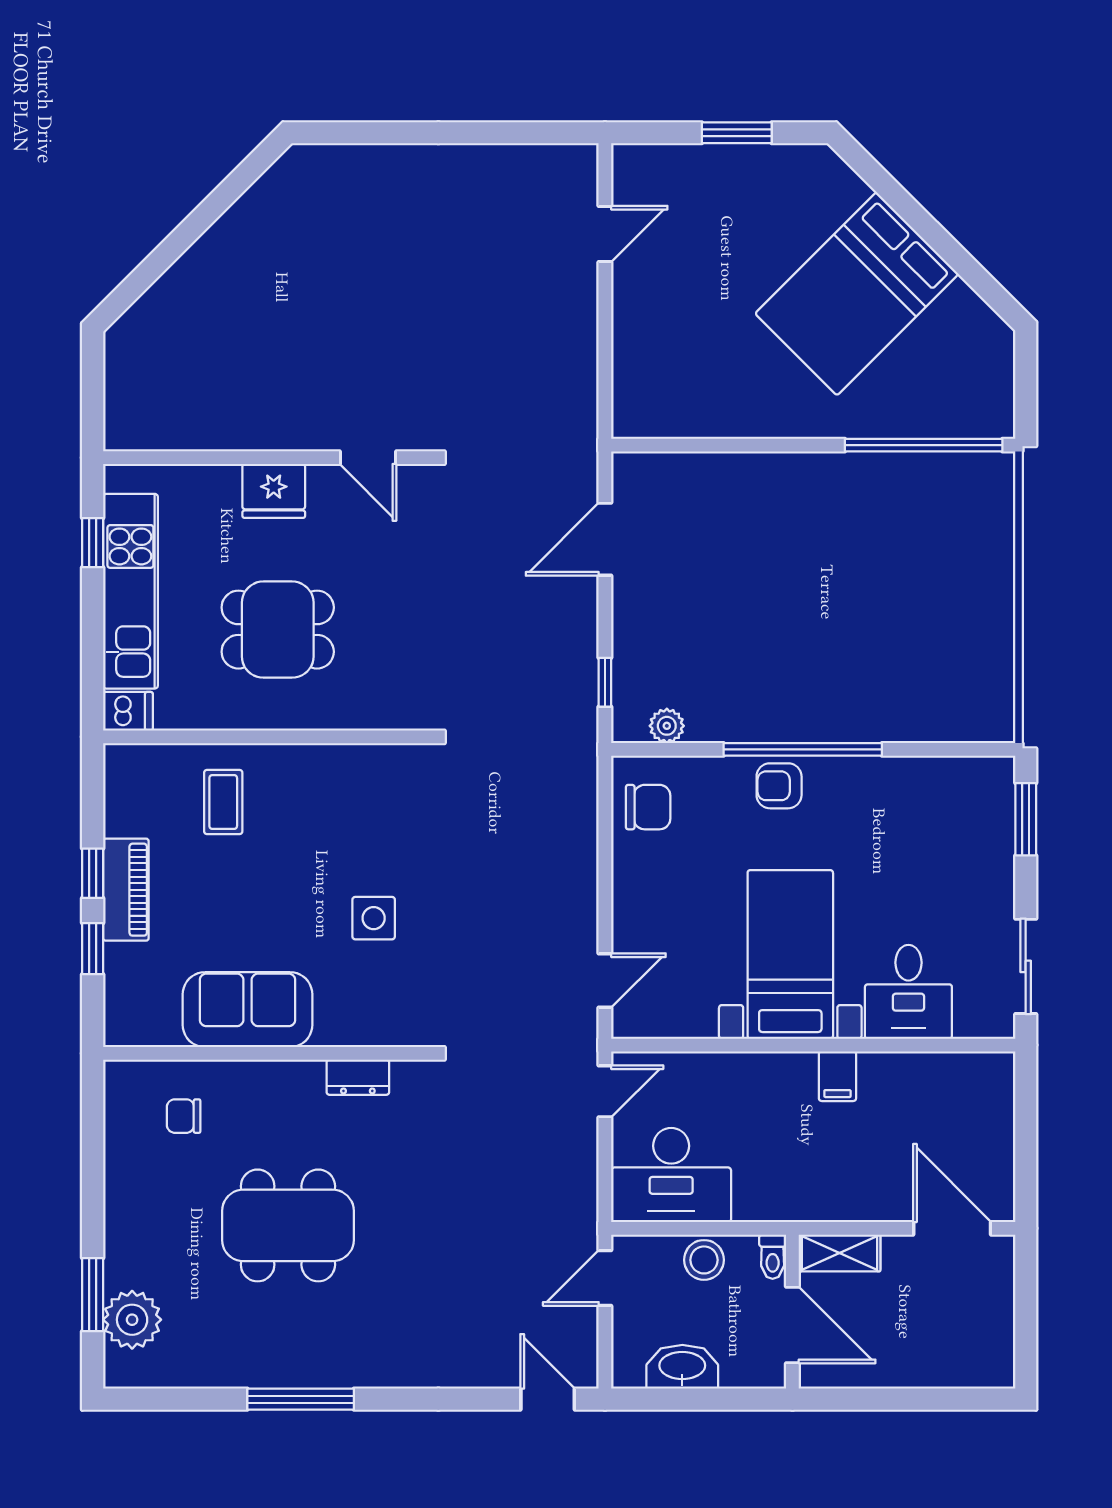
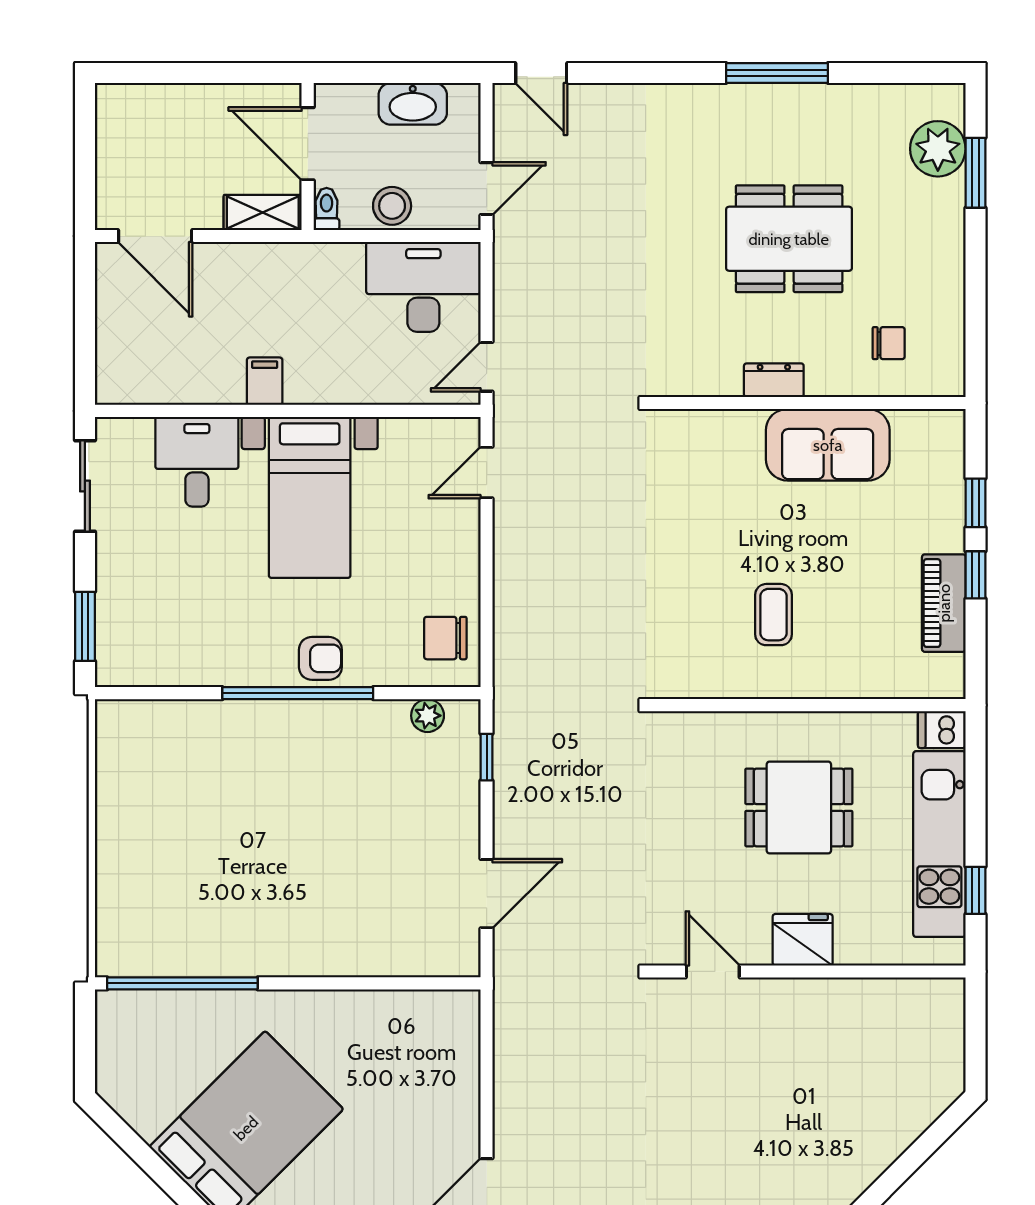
coffee table: (223, 802) -> (773, 615), moved
piano: (126, 890) -> (944, 603), moved
side table: (374, 918) -> (707, 532), removed
dresser: (358, 1077) -> (774, 380), moved

